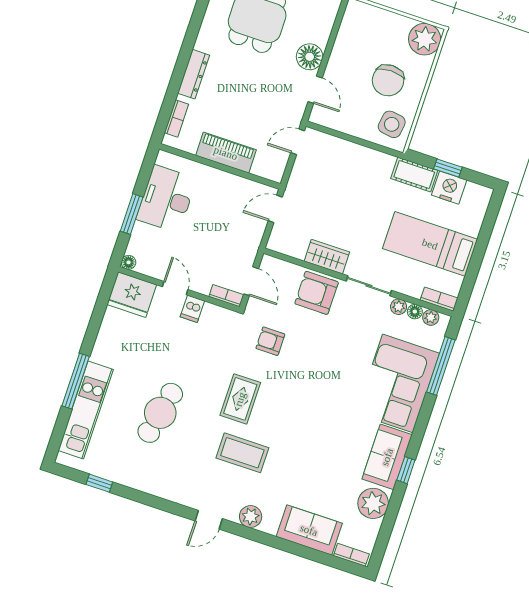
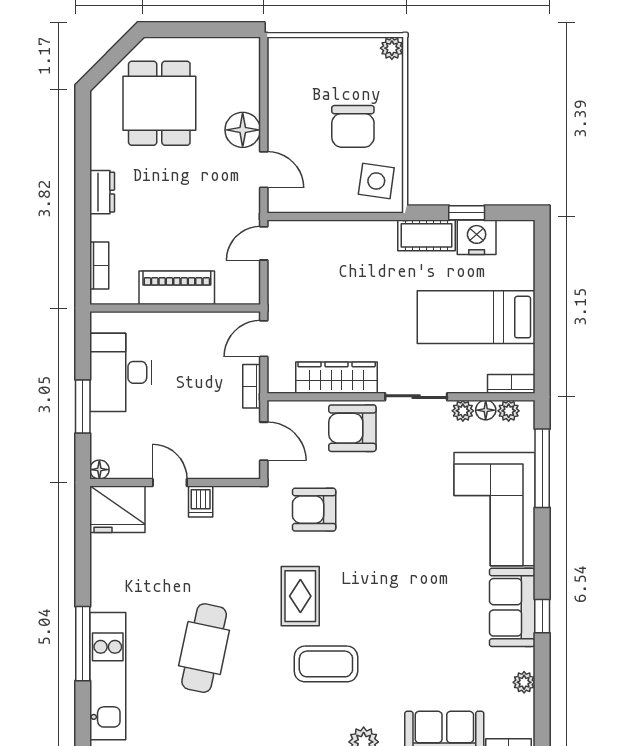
plant: (425, 39) -> (392, 48), width x0.53, depth x0.53
dresser: (194, 74) -> (102, 192), width x0.70
wardrobe: (327, 257) -> (337, 378), width x1.50
bookcase: (226, 296) -> (252, 386), moved, turned -90
armchair: (270, 341) -> (314, 510), width x1.38, depth x1.38
plant: (373, 503) -> (524, 682), width x0.53, depth x0.53

